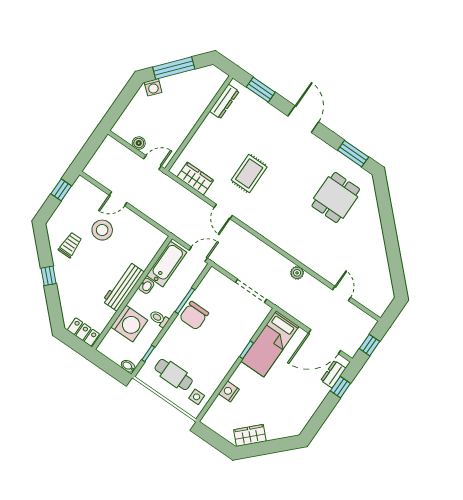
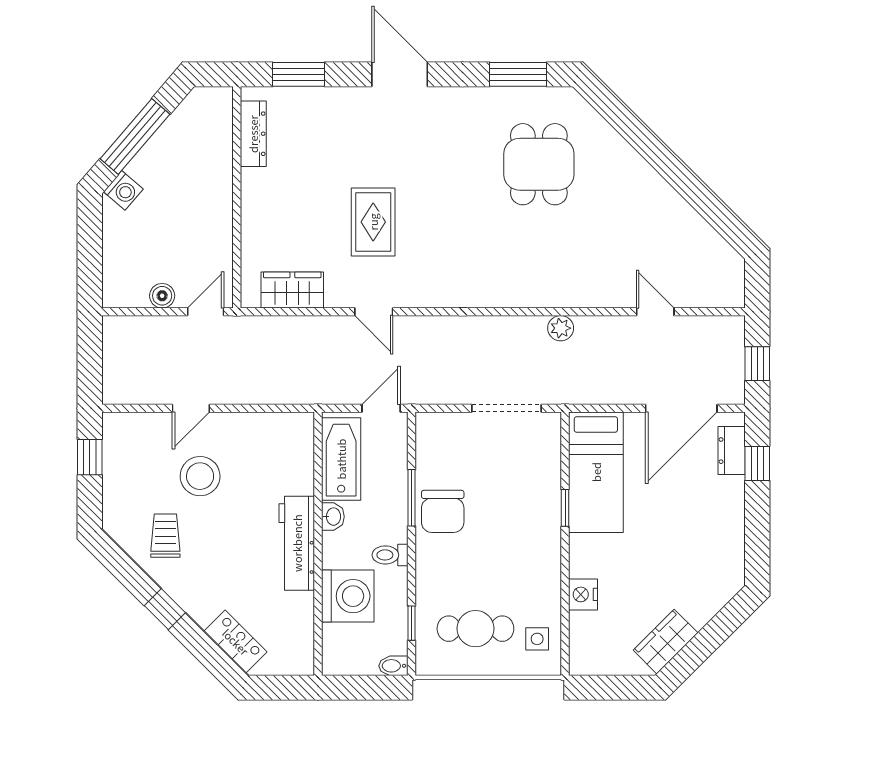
locker: (83, 332) -> (236, 642), moved, turned 45

